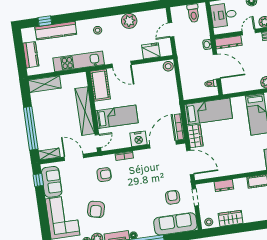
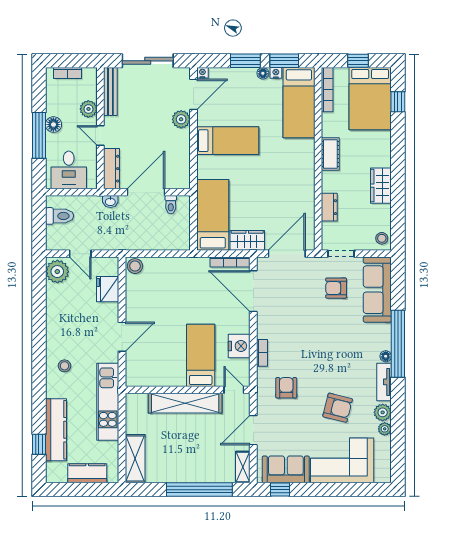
plant: (129, 21) -> (57, 272), moved
cot: (100, 85) -> (149, 374), removed
nightstand: (139, 139) -> (239, 346), moved
wardrobe: (231, 218) -> (381, 186), moved

